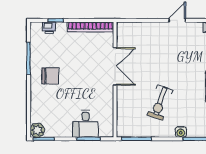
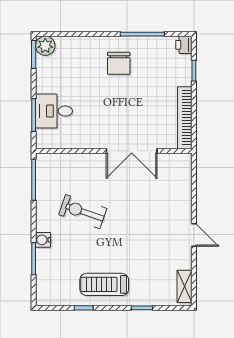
printer: (49, 28) -> (184, 45), moved

